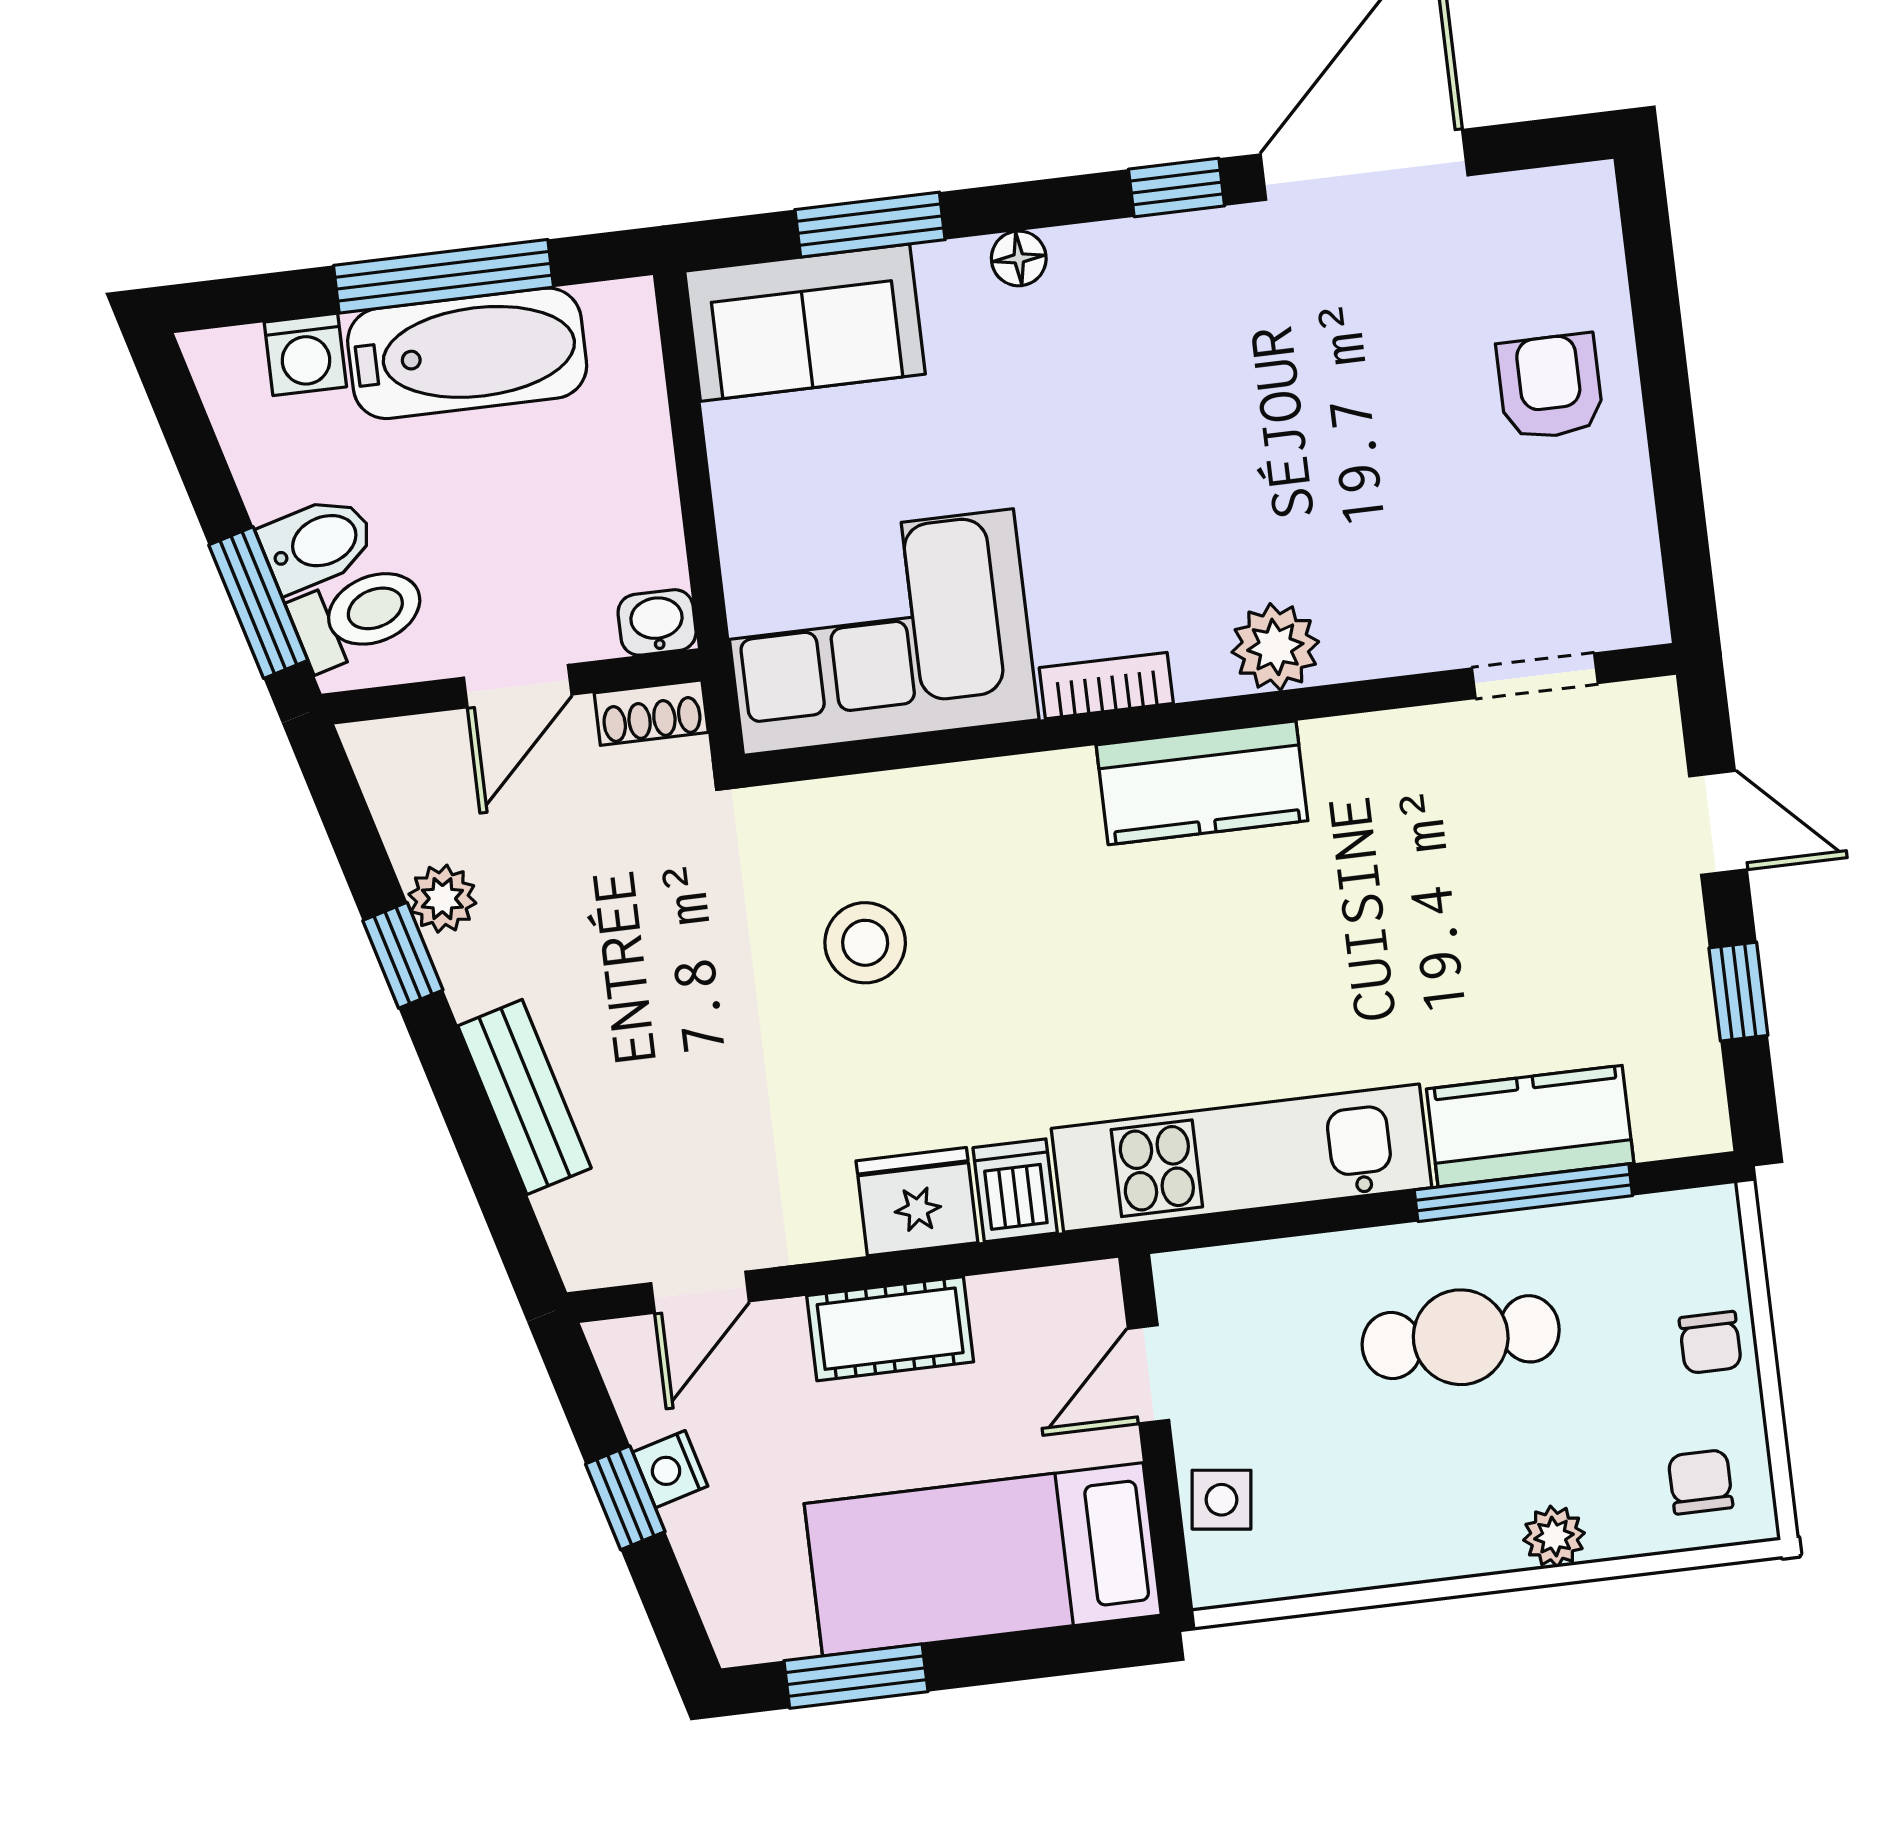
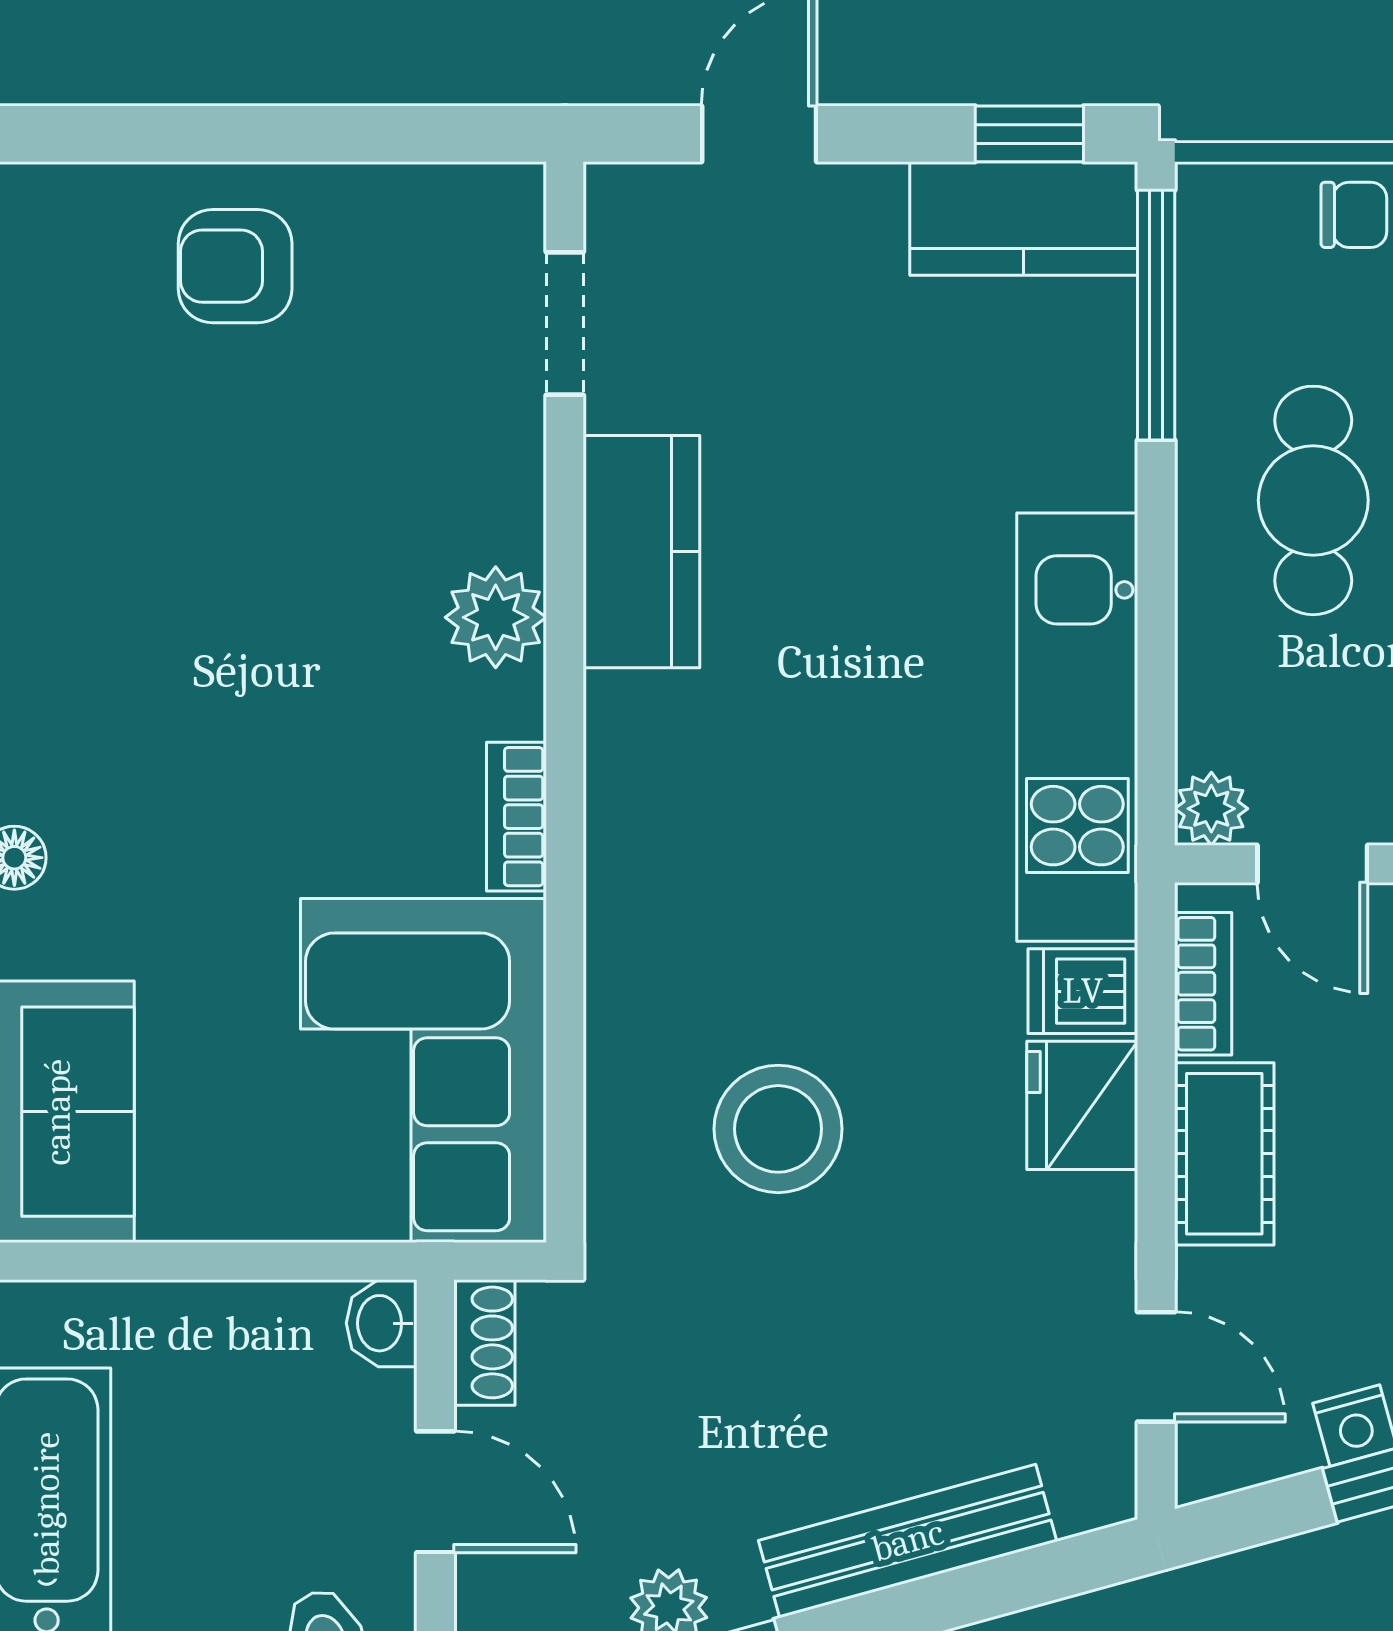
kitchen counter: (1202, 783) -> (641, 552), moved
stool: (865, 943) -> (778, 1129), width x1.38, depth x1.38
window: (1738, 992) -> (1029, 134), moved
bench: (525, 1097) -> (908, 1541), width x1.36
kitchen counter: (1530, 1126) -> (1024, 218), moved, turned -90
window: (1523, 1193) -> (1156, 315), moved
plant: (1185, 1282) -> (1211, 809), added
bookcase: (1034, 1293) -> (1203, 984), added

